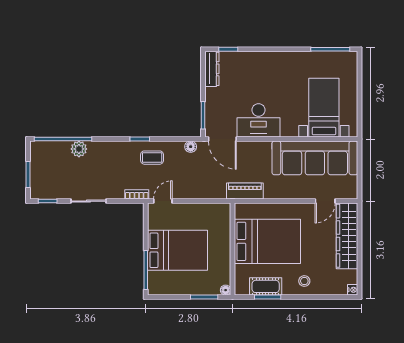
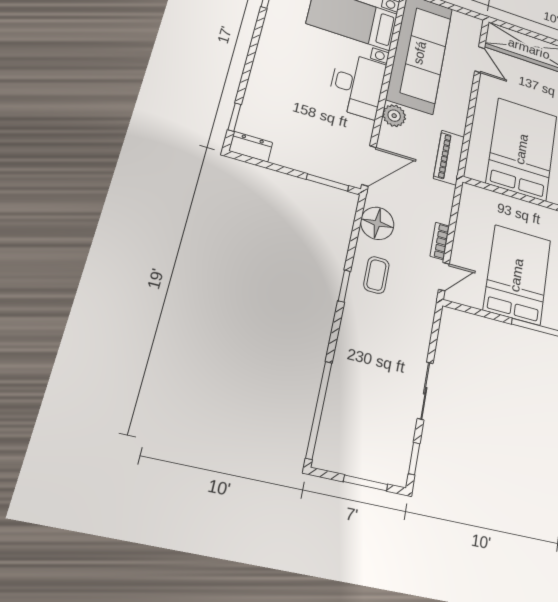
dresser: (212, 69) -> (251, 147), width x0.70
desk: (258, 120) -> (357, 85), moved
floor lamp: (191, 147) -> (377, 223), width x1.89, depth x1.89
plant: (79, 149) -> (394, 116), moved
bookcase: (137, 194) -> (440, 241), moved
door: (163, 201) -> (444, 277), swing flipped

